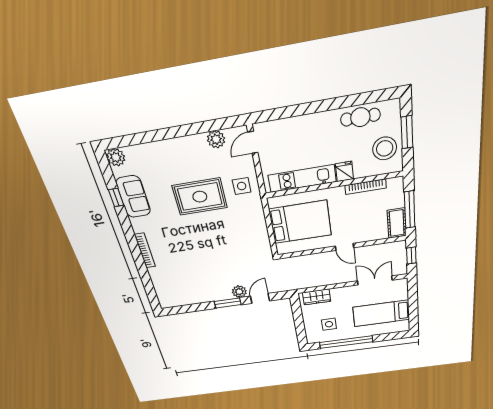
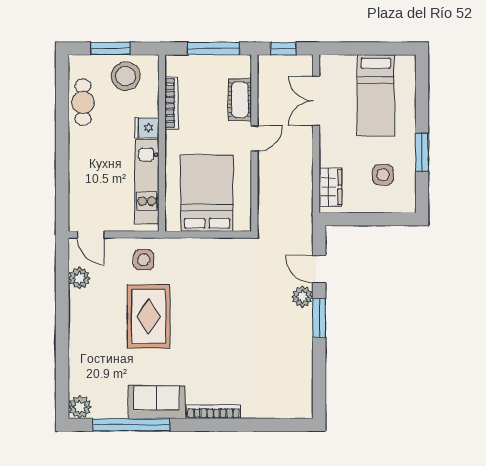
window: (116, 197) -> (131, 425), width x3.17
sofa: (133, 197) -> (157, 402), moved
cot: (397, 223) -> (240, 100), moved, turned 90
window: (346, 342) -> (422, 152), width x0.47

